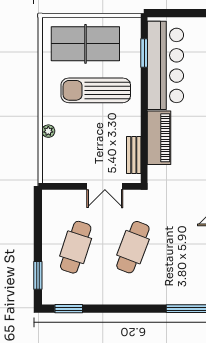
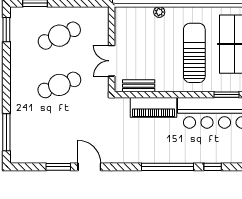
cafe table: (76, 247) -> (59, 36), turned -42
cafe table: (133, 247) -> (59, 85), turned -42

